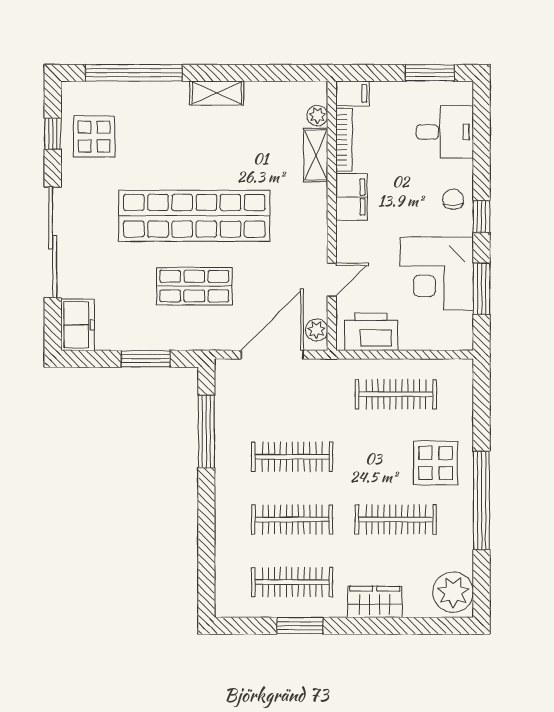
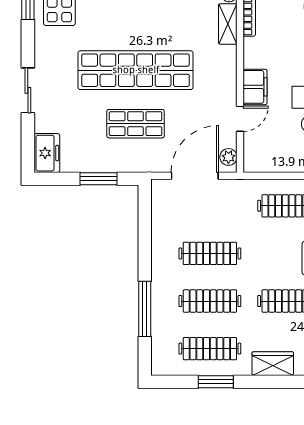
filing cabinet: (352, 197) -> (255, 87), moved
sliding door: (53, 242) -> (28, 90), width x0.54
printer: (371, 332) -> (270, 158), removed
window: (206, 432) -> (145, 309), moved

